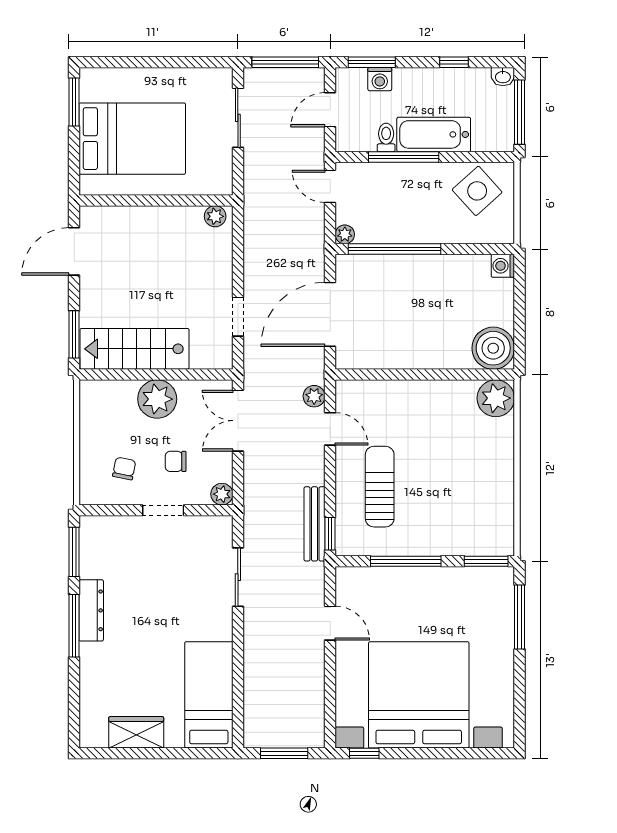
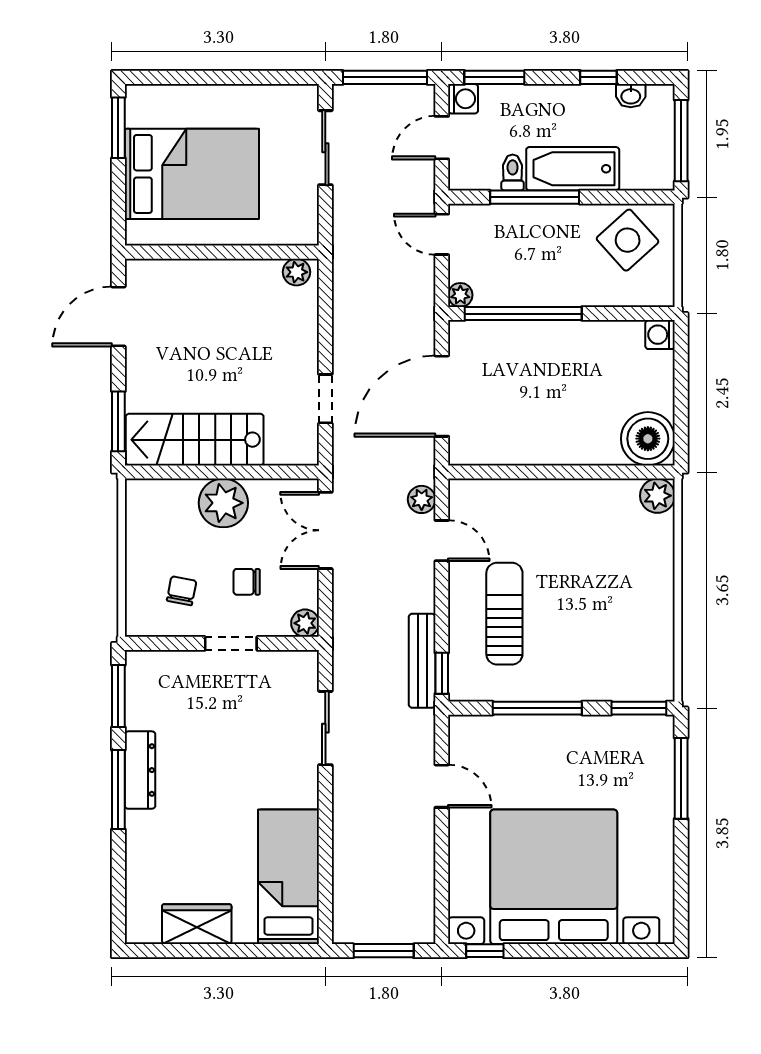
washbasin: (503, 77) -> (631, 96), moved
washing machine: (380, 79) -> (463, 99), moved, turned -90
plant: (496, 398) -> (657, 496), width x0.73, depth x0.73

